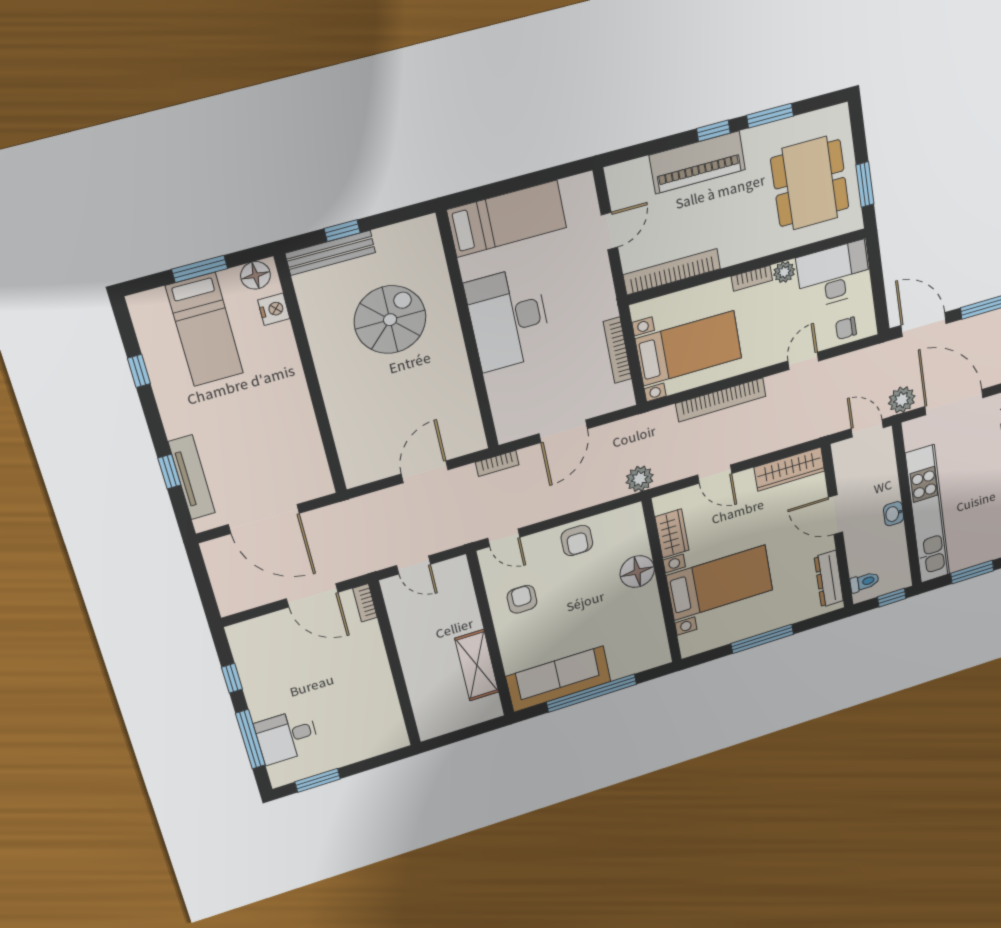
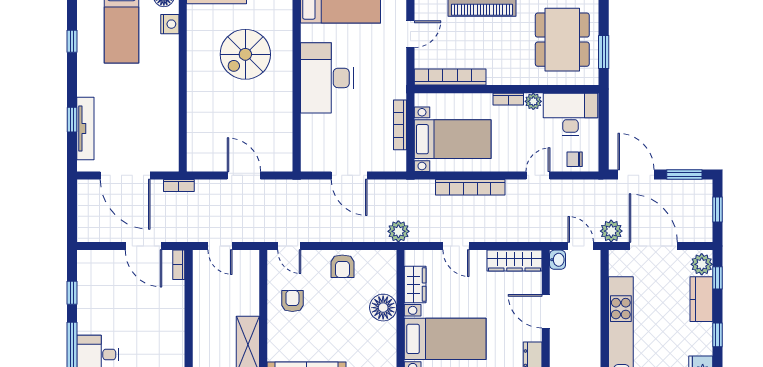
spiral stairs: (390, 320) -> (245, 54), turned 180
door: (563, 431) -> (349, 175), hinge flipped
bookcase: (497, 463) -> (179, 185), moved
door: (425, 472) -> (244, 175), hinge flipped
washbasin: (894, 514) -> (558, 260), moved, turned 180

